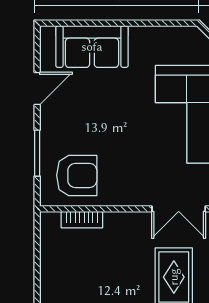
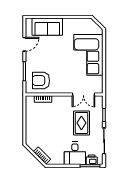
armchair: (77, 175) -> (41, 81), turned 180

